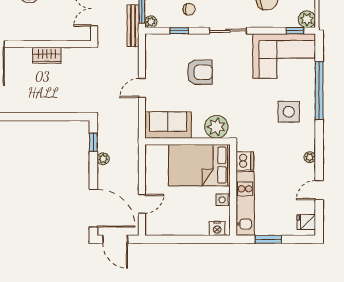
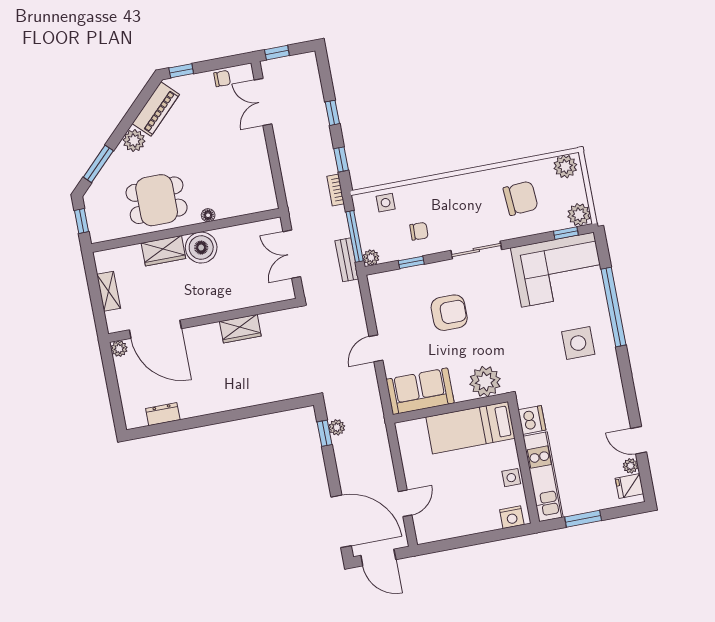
bench: (133, 26) -> (347, 260), width x0.73
plant: (310, 157) -> (631, 466), moved
plant: (103, 159) -> (337, 427), moved
bed: (199, 165) -> (470, 428), width x0.67
door: (319, 190) -> (639, 440), hinge flipped

